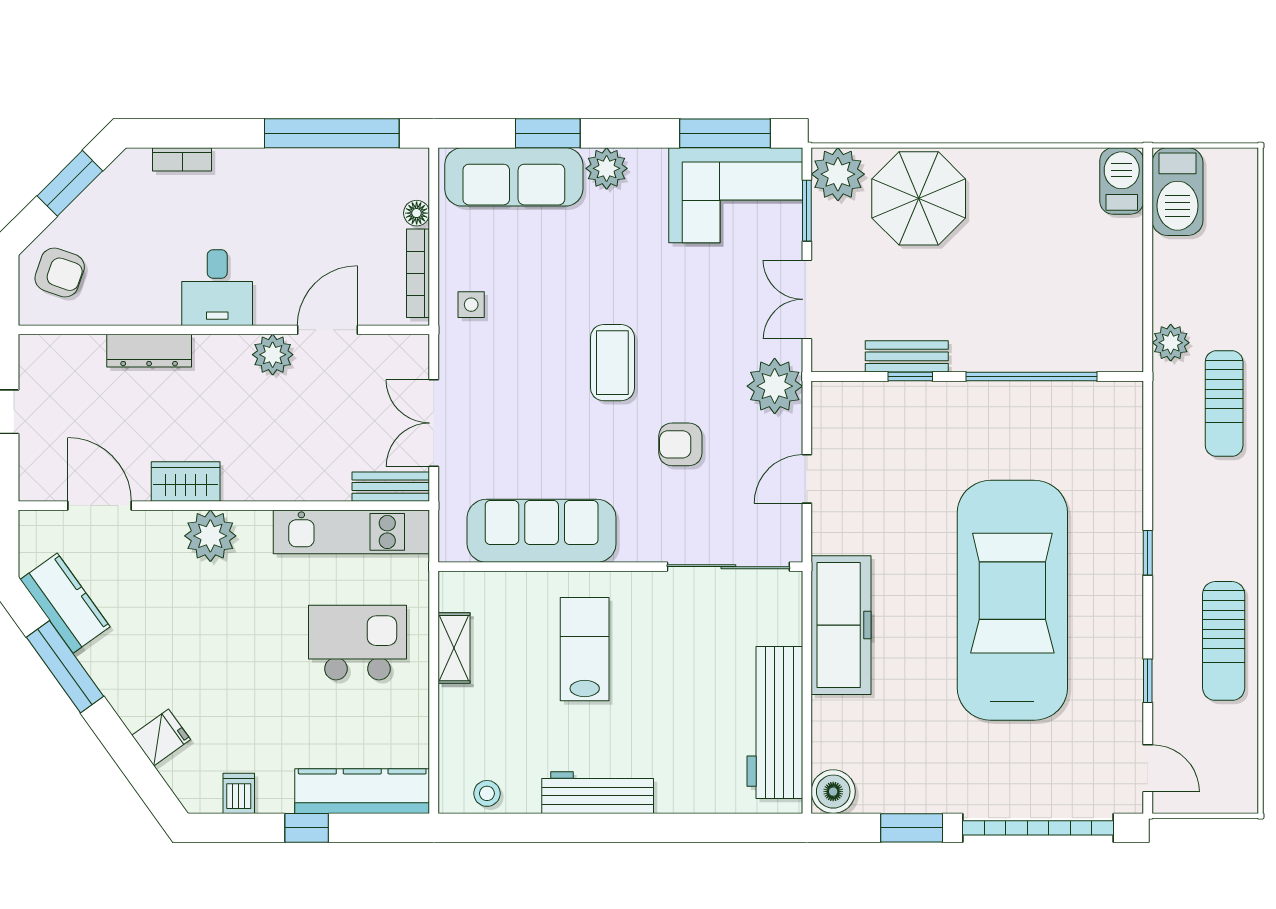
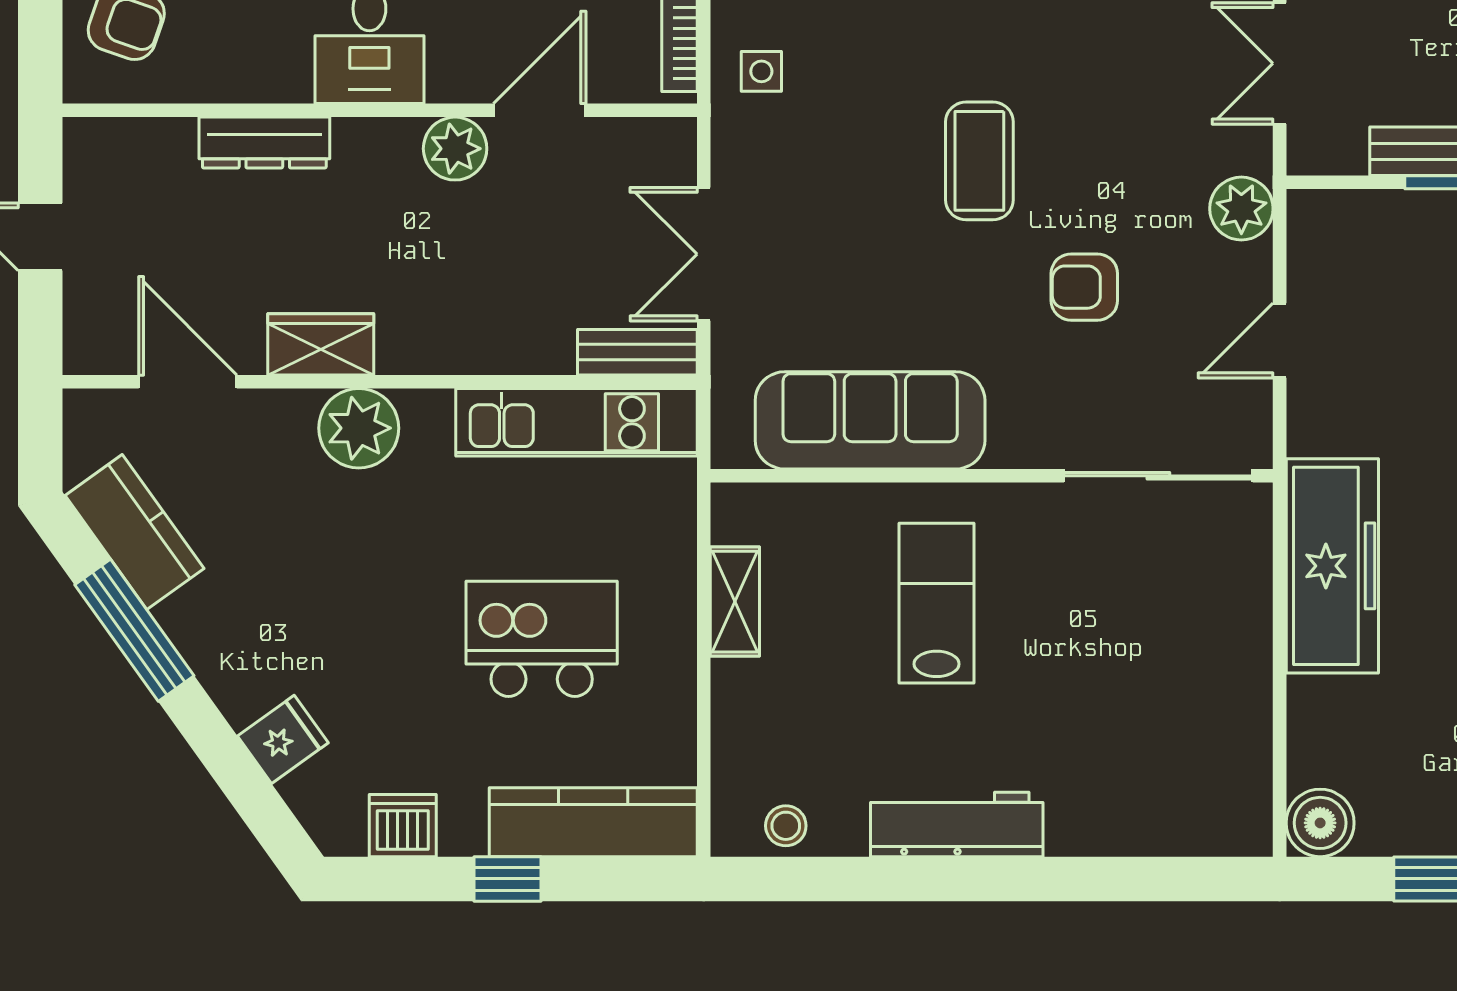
plant: (775, 386) -> (1241, 209), width x0.73, depth x0.73
kitchen island: (357, 643) -> (542, 639), moved
workbench: (775, 722) -> (1230, 716), removed
dishwasher: (239, 793) -> (403, 826), width x1.38

